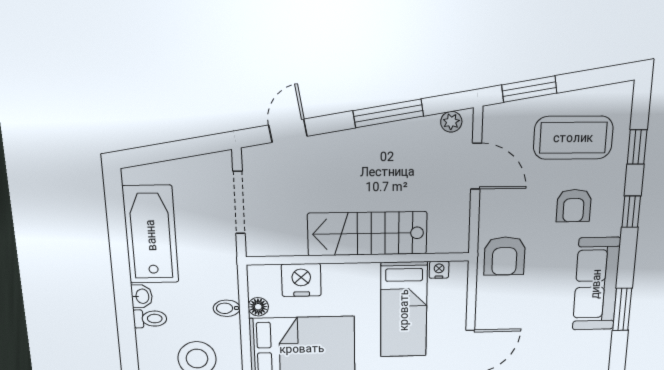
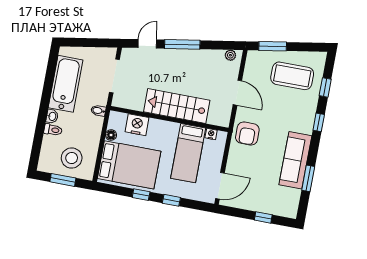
window: (388, 113) -> (182, 44), moved
door: (476, 166) -> (237, 93), moved
armchair: (574, 206) -> (288, 113), removed
bidet: (227, 308) -> (98, 111), moved

